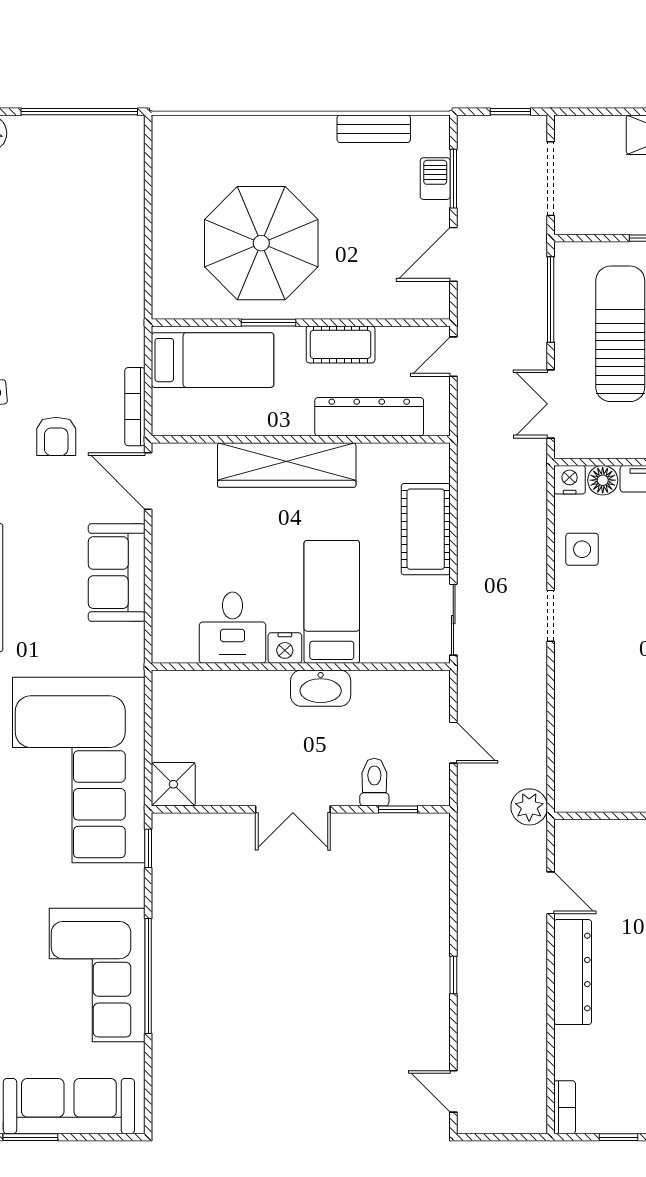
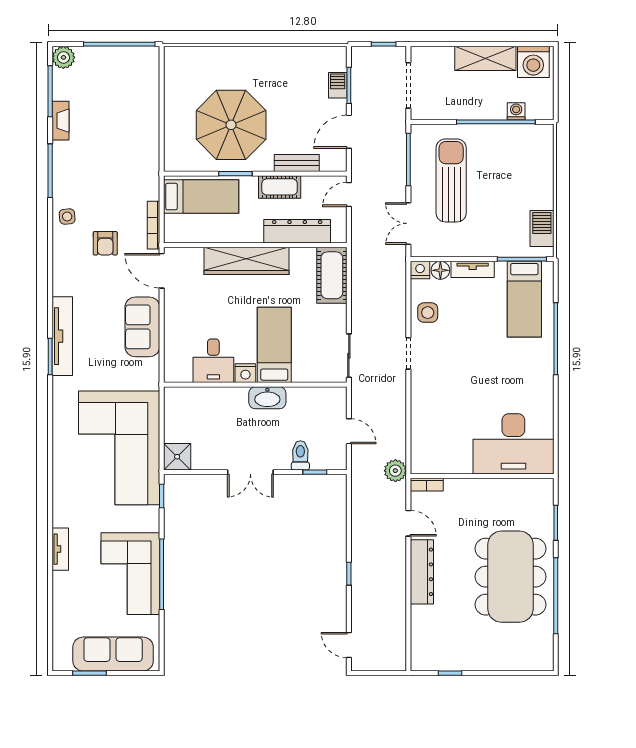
bench: (374, 129) -> (297, 163), moved
cot: (426, 529) -> (332, 275), moved
bookcase: (565, 1107) -> (427, 485), moved, turned 90

